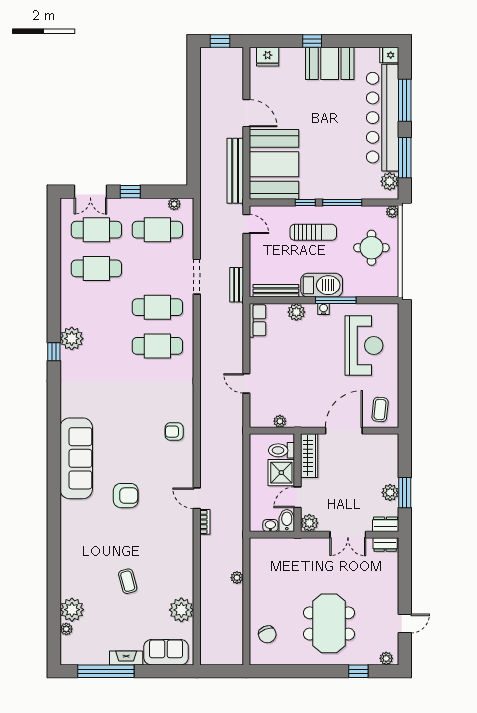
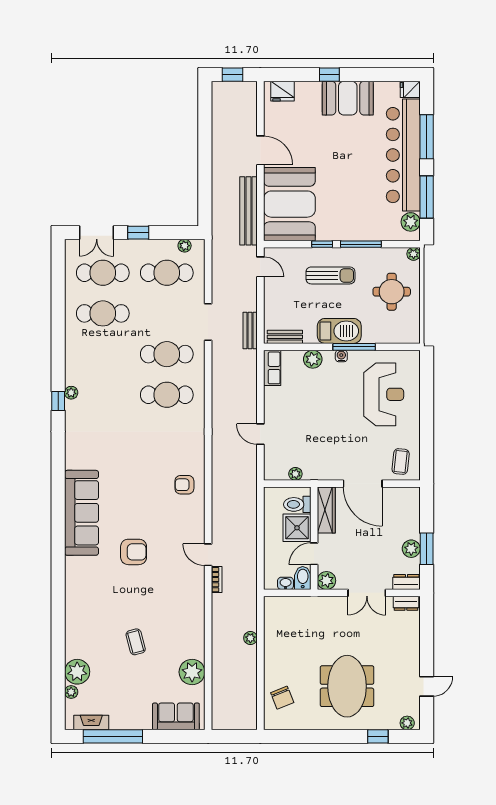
bench: (276, 291) -> (285, 337), width x0.73
plant: (72, 339) -> (71, 393), width x0.53, depth x0.53
door: (344, 431) -> (363, 484), swing flipped
fireplace: (126, 658) -> (91, 722), moved

